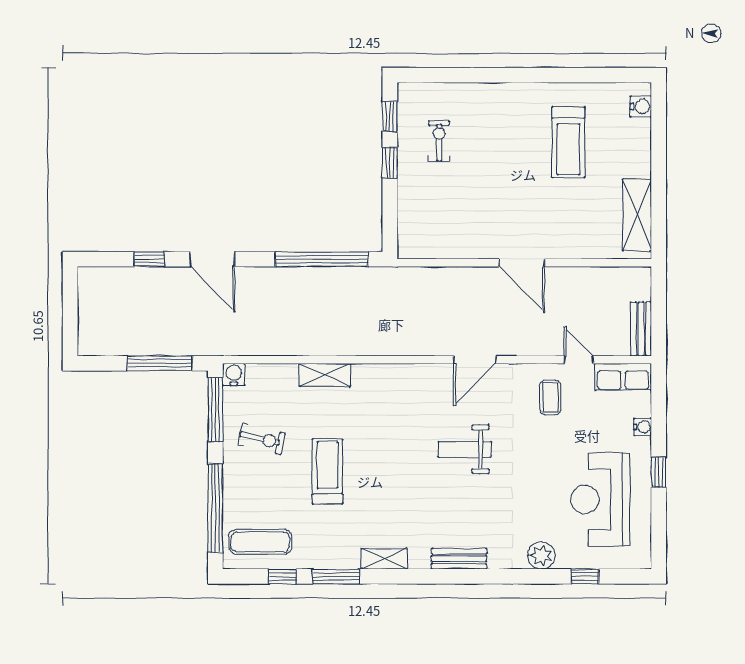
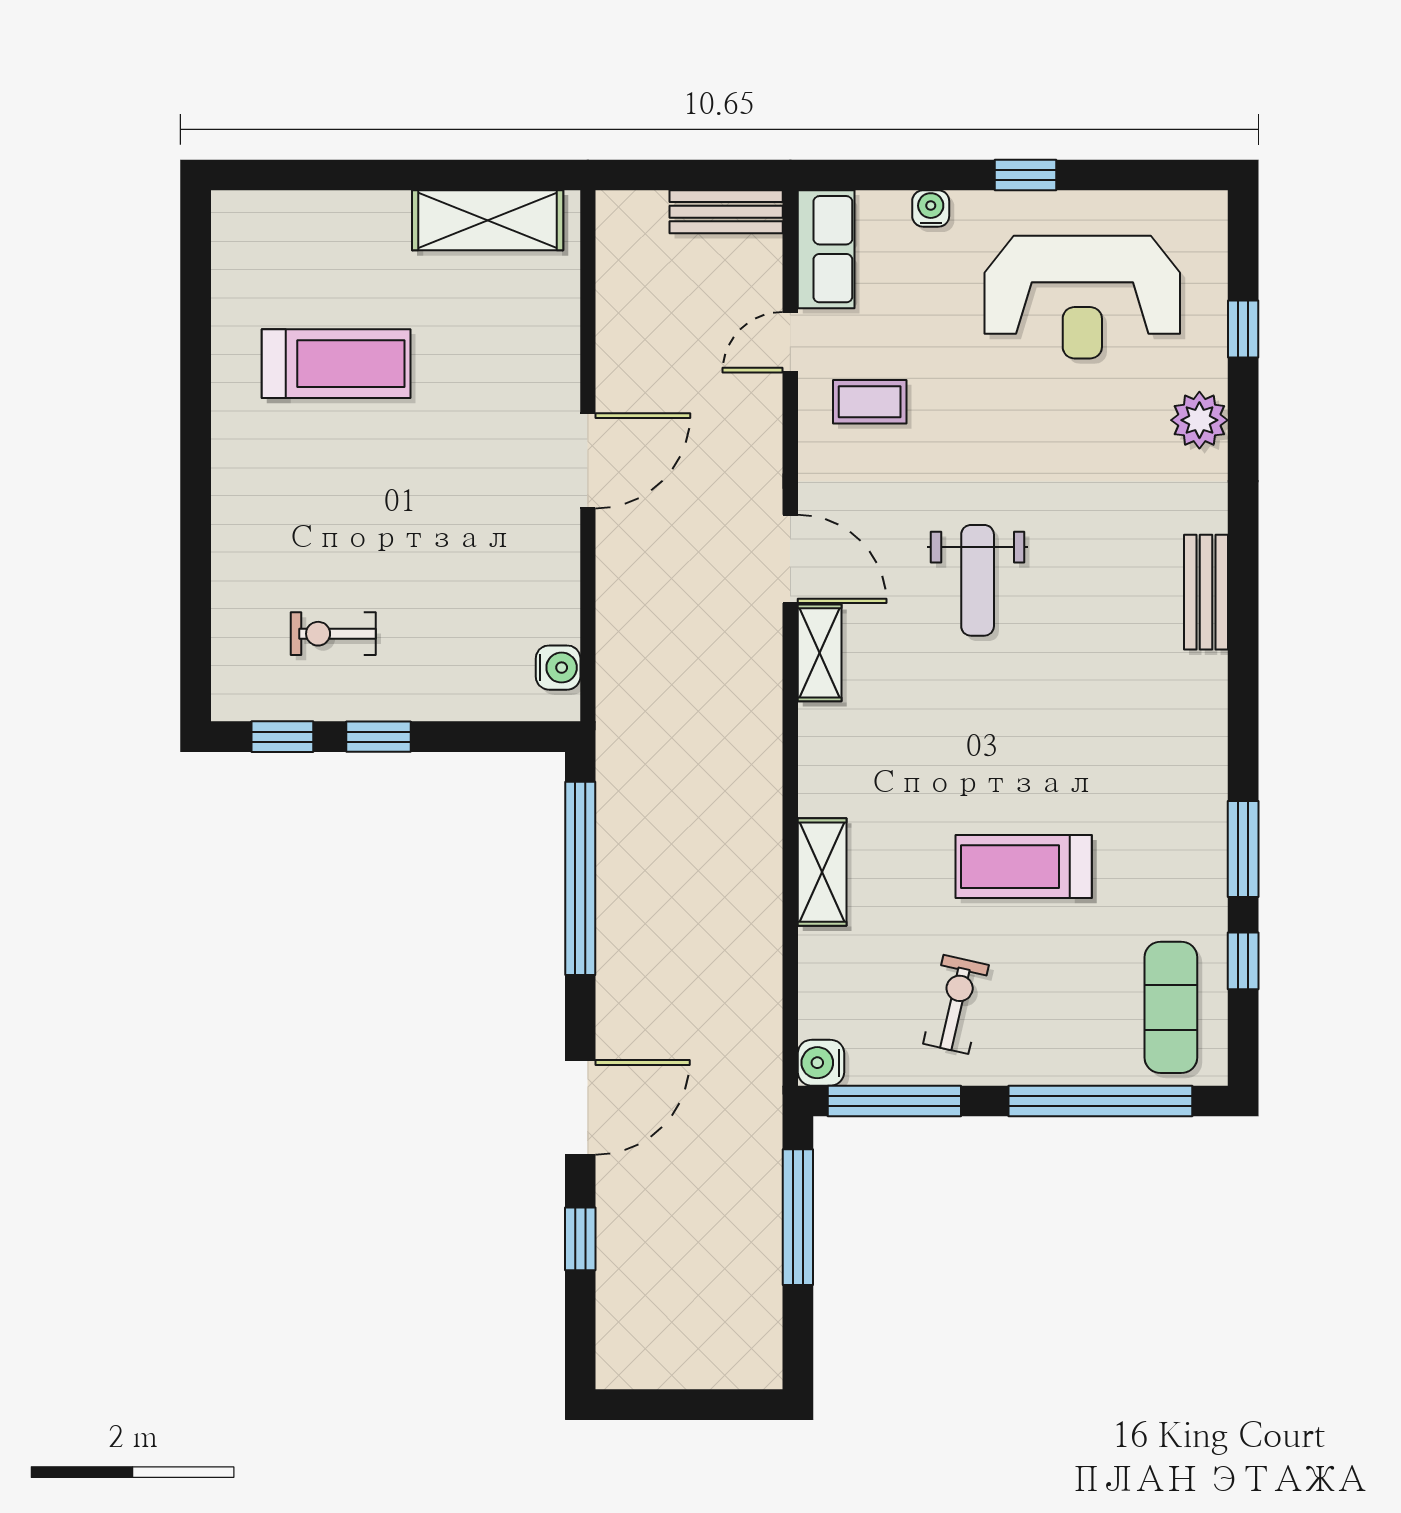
water cooler: (641, 107) -> (558, 668), moved, turned 90
shelving: (384, 559) -> (820, 653), moved

